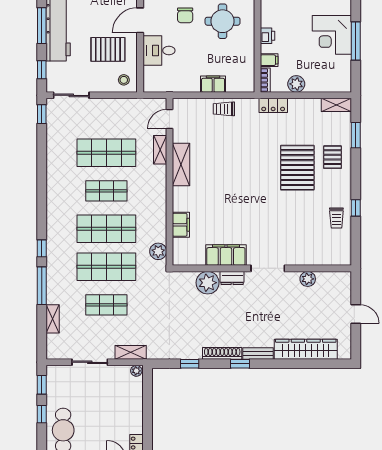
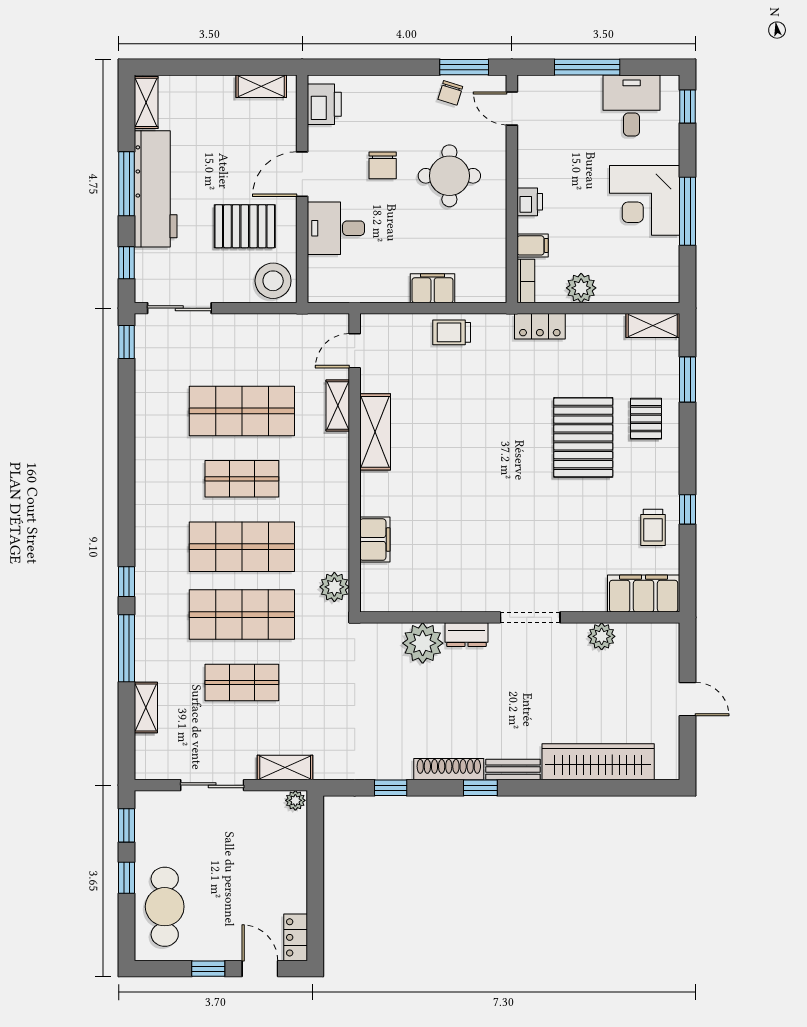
stool: (124, 80) -> (273, 281), width x1.89, depth x1.89
filing cabinet: (226, 255) -> (644, 594), moved

